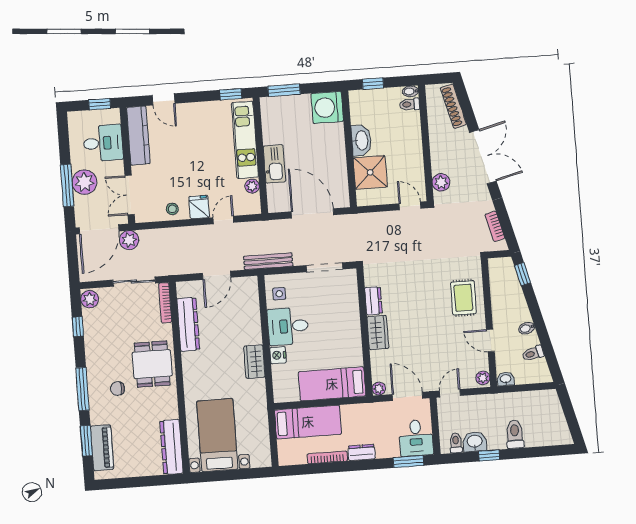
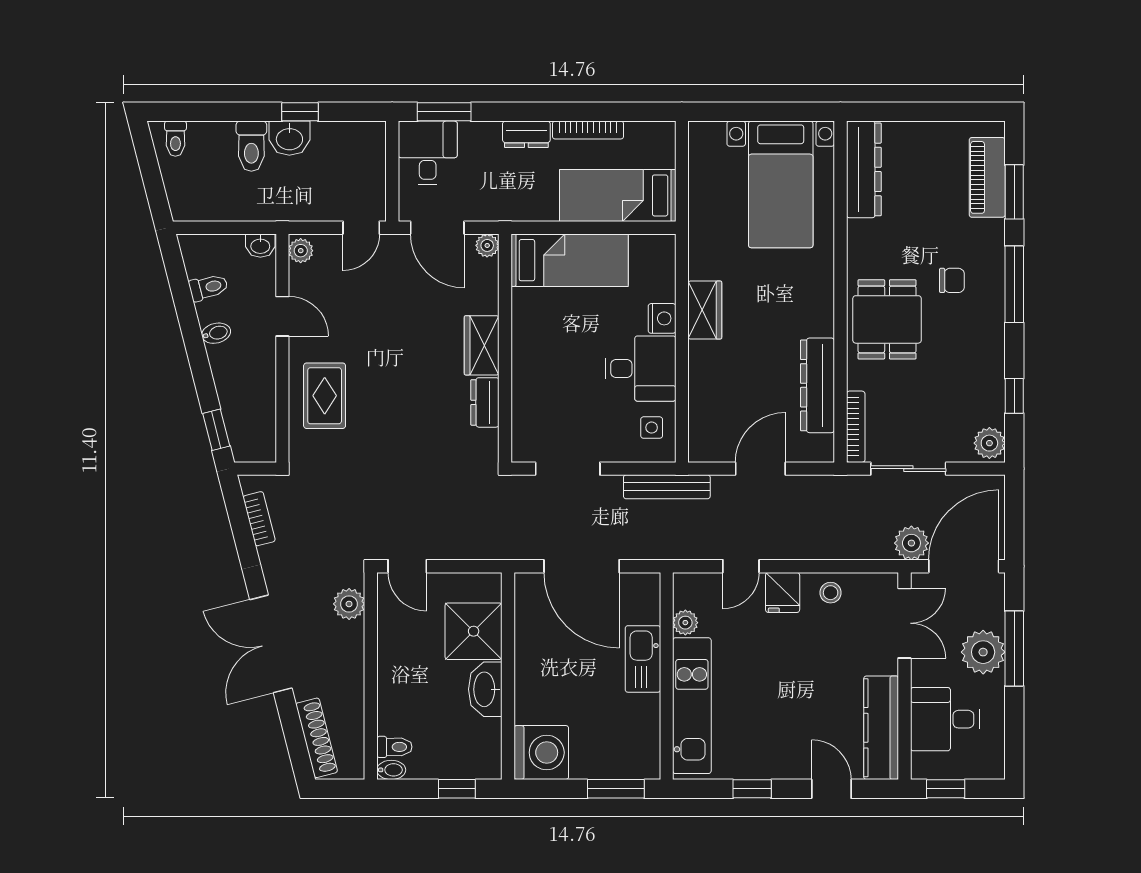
window: (231, 94) -> (752, 789), moved
washbasin: (475, 442) -> (289, 138), moved
toilet: (456, 443) -> (175, 139), moved

